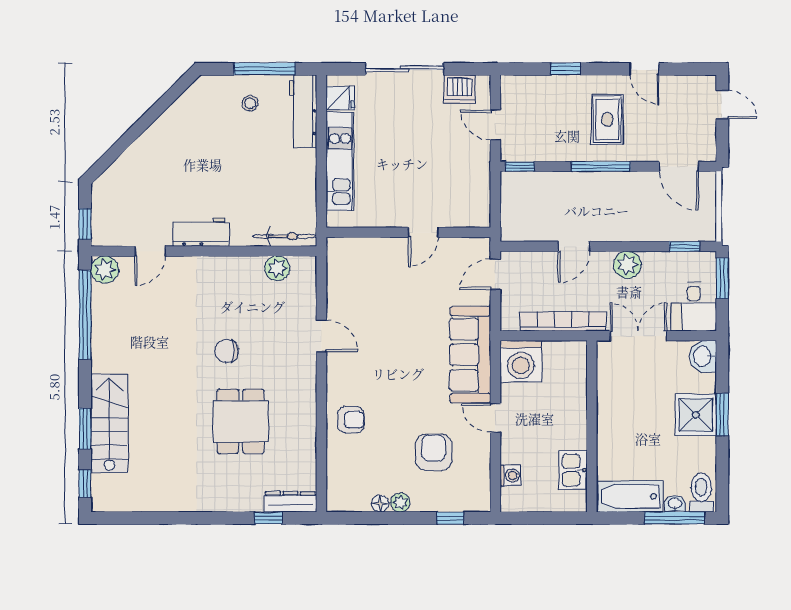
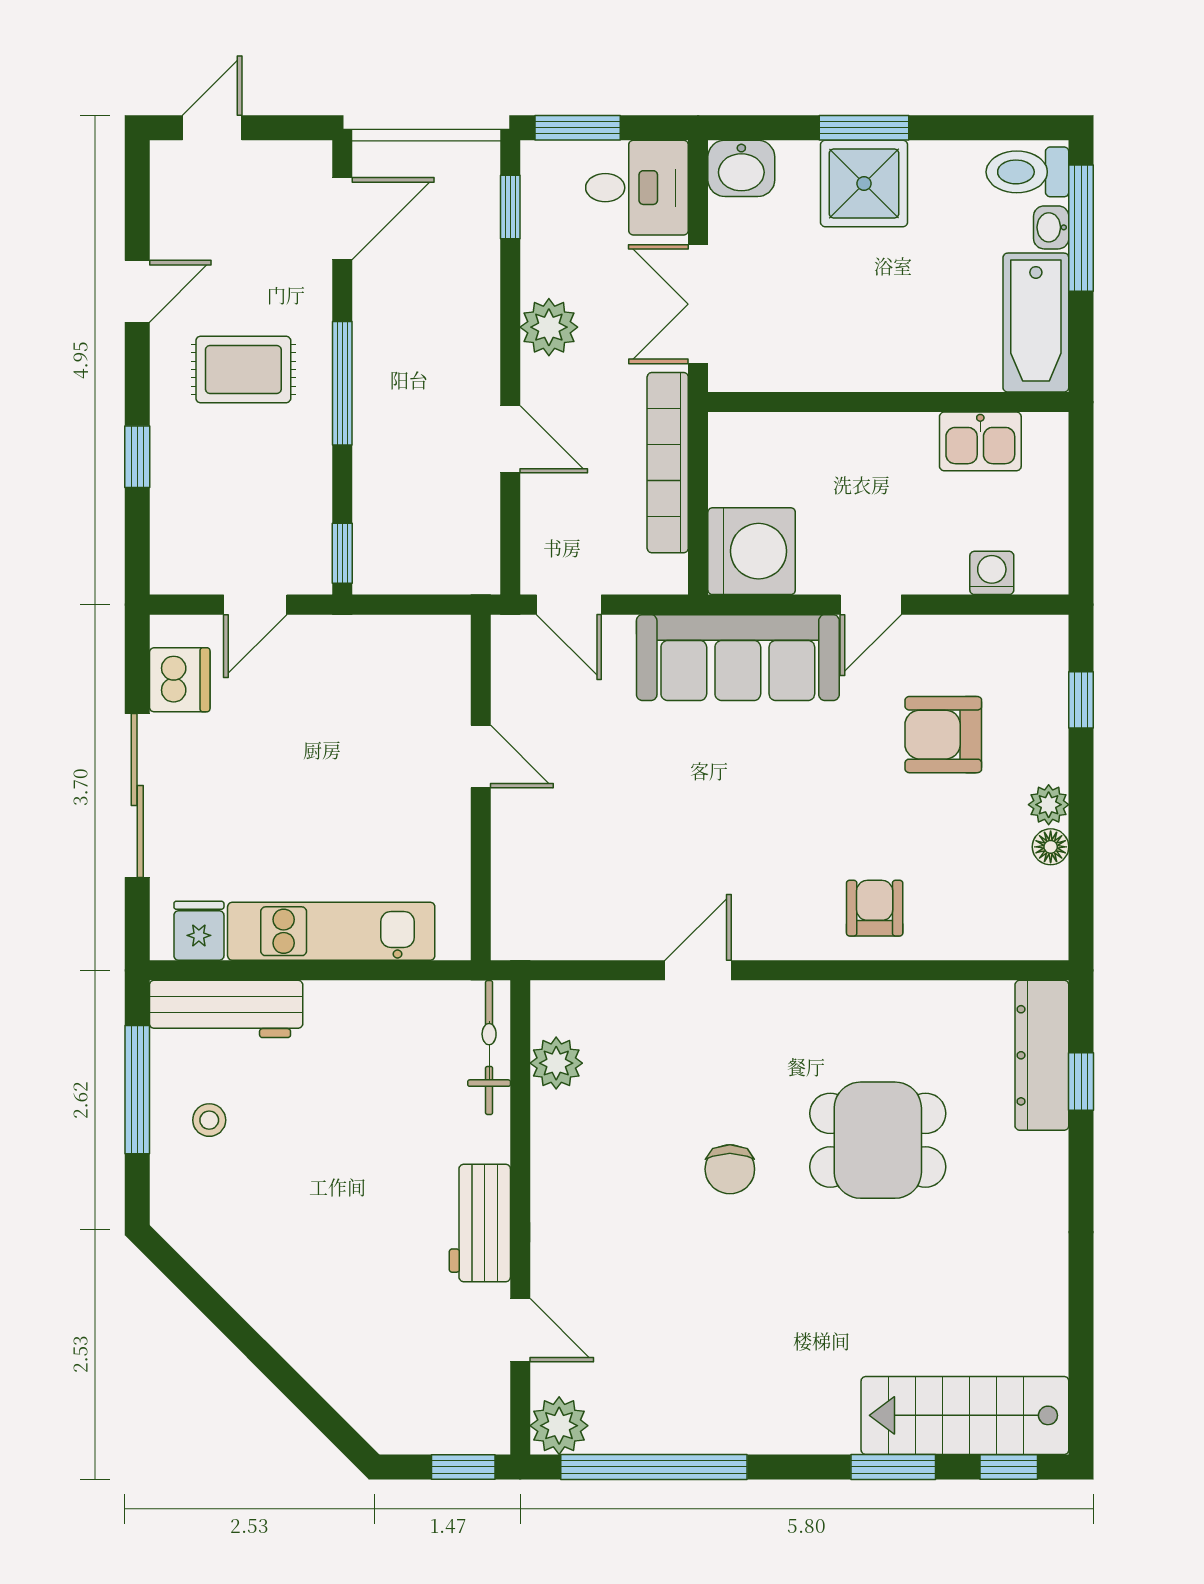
stairs: (110, 424) -> (965, 1415), moved
dresser: (291, 502) -> (1042, 1055), width x1.37, depth x1.24

